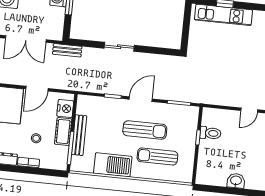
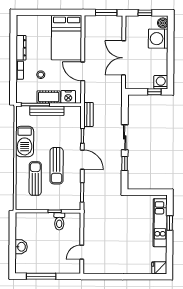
bench: (67, 50) -> (89, 115), moved
window: (150, 50) -> (125, 164), added
door: (249, 110) -> (82, 252), hinge flipped

